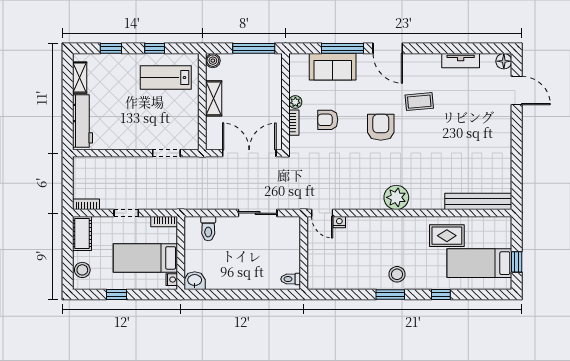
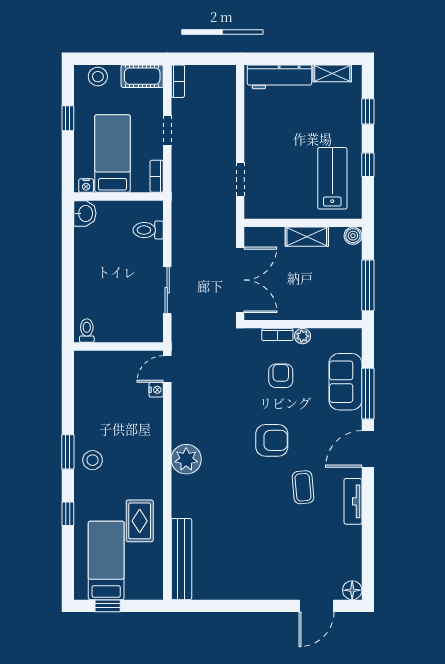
tv unit: (461, 61) -> (353, 501), moved

